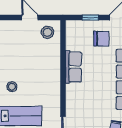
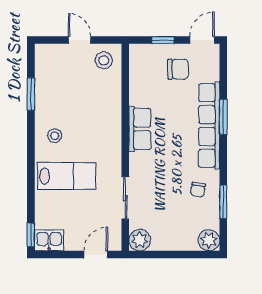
row of seats: (74, 67) -> (140, 129), moved

